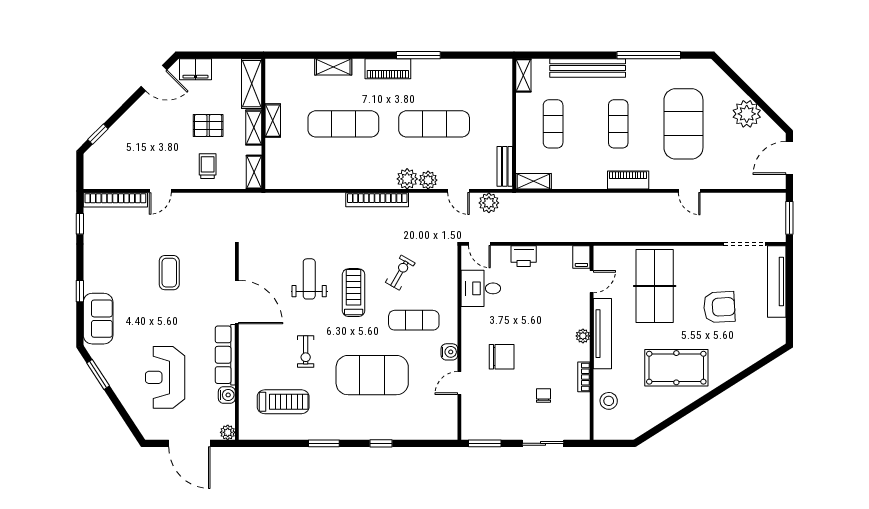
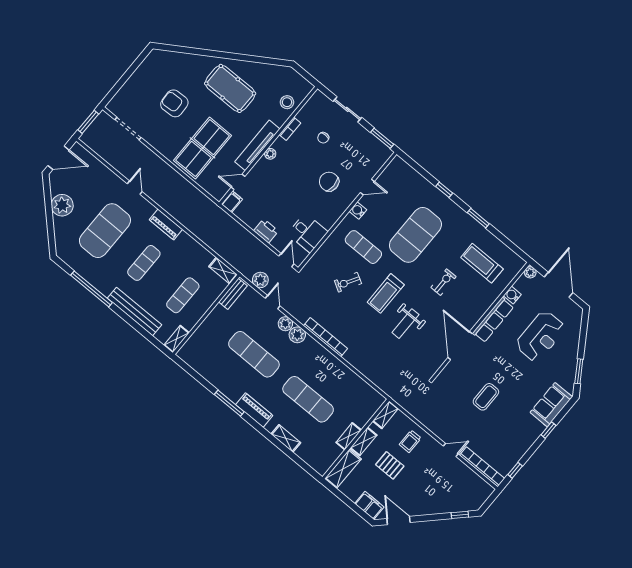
tv unit: (777, 282) -> (127, 90), removed
exercise mat: (372, 375) -> (415, 235), turned 90

